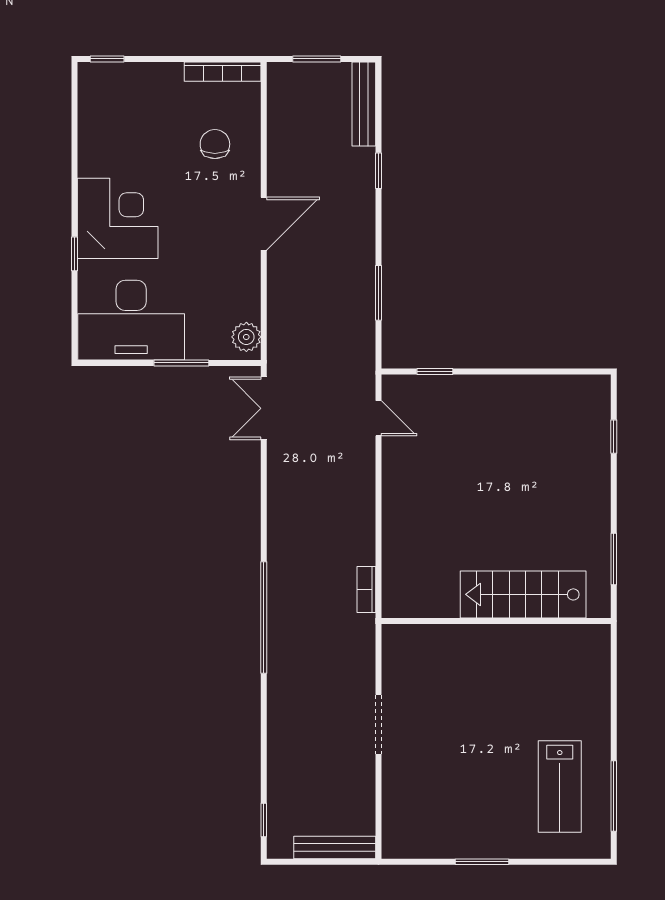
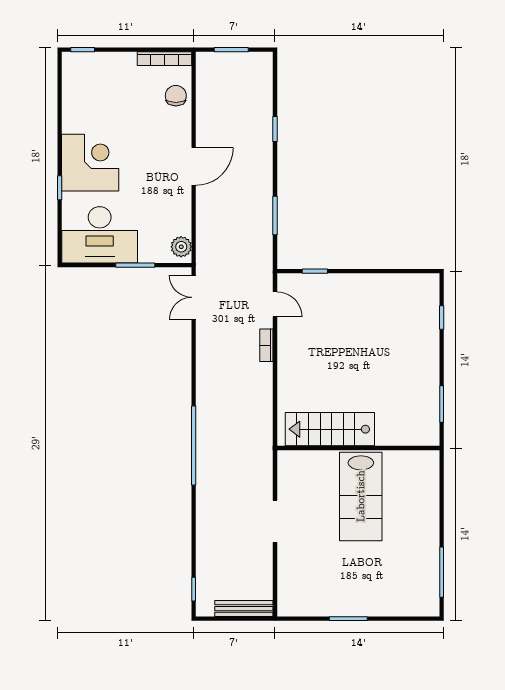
bench: (364, 104) -> (265, 82), removed
chair: (215, 144) -> (176, 96), moved
bookcase: (366, 589) -> (266, 345), moved
stairs: (523, 594) -> (330, 429), moved
lab bench: (560, 787) -> (361, 496), moved, width x1.36, depth x1.39

